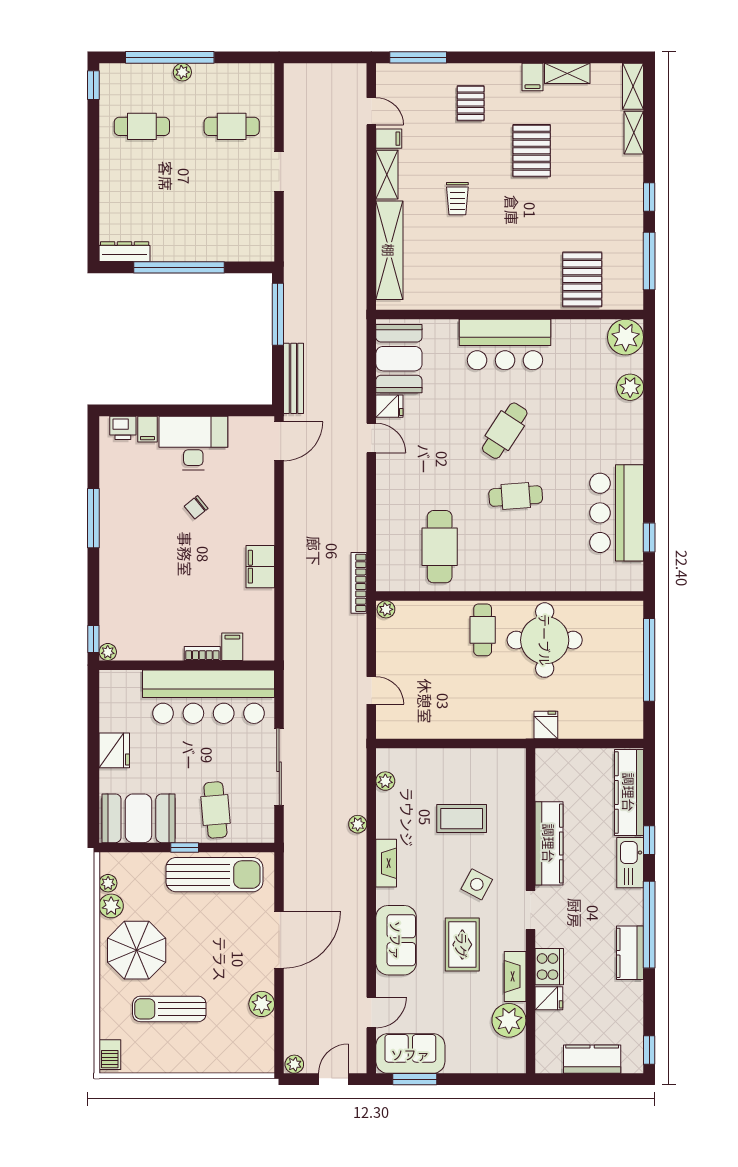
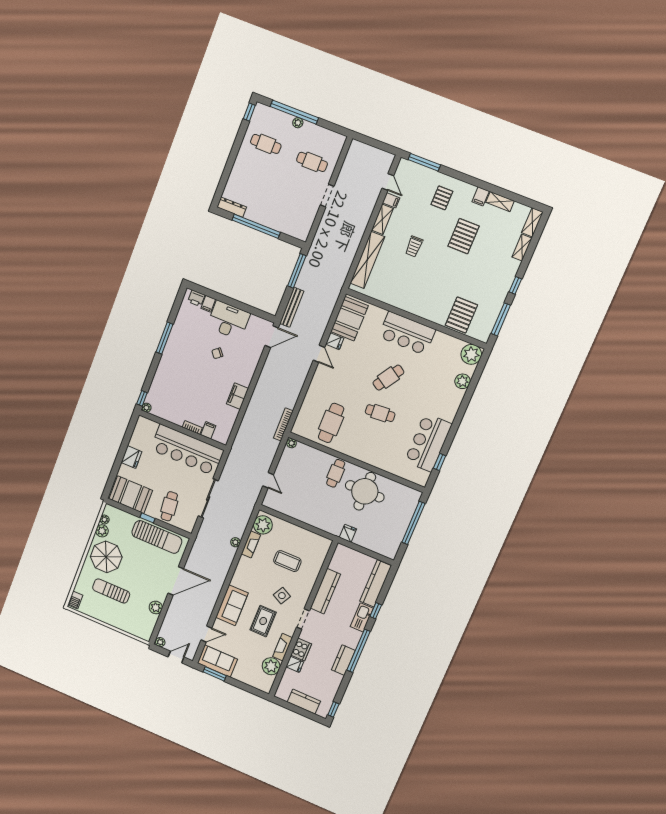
plant: (385, 781) -> (263, 525), width x1.87, depth x1.87
fireplace: (386, 863) -> (251, 544), moved

